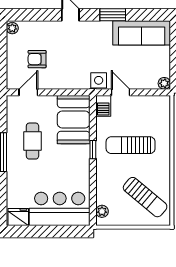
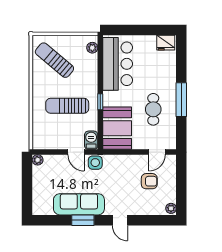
sofa: (142, 33) -> (79, 204), moved
sun lounger: (131, 145) -> (67, 106), turned 180
bar counter: (60, 209) -> (118, 64), moved, turned -90

